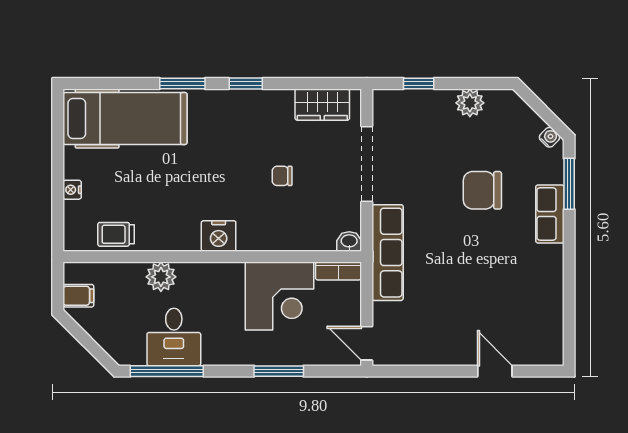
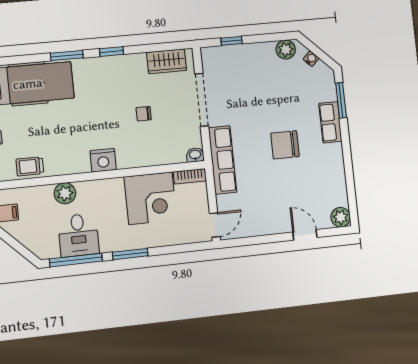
plant: (470, 103) -> (286, 49), moved
water cooler: (550, 137) -> (311, 59), moved
chair: (482, 190) -> (285, 145), moved
door: (367, 343) -> (215, 225), swing flipped
plant: (550, 352) -> (341, 217), added
window: (279, 371) -> (130, 254), moved

